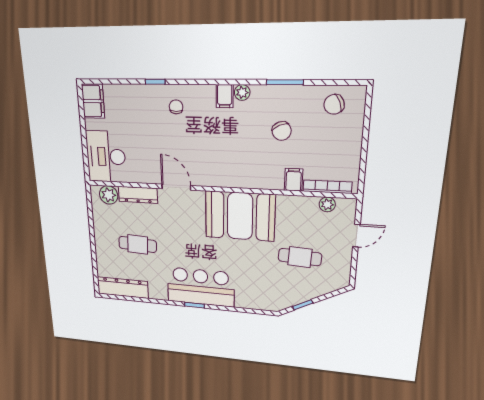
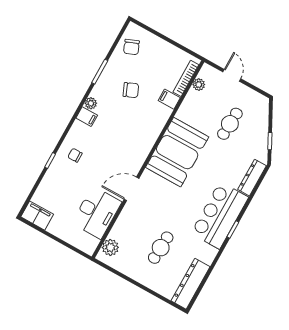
desk: (106, 157) -> (97, 213), moved, turned -90
dresser: (138, 195) -> (252, 178), moved, turned 180

